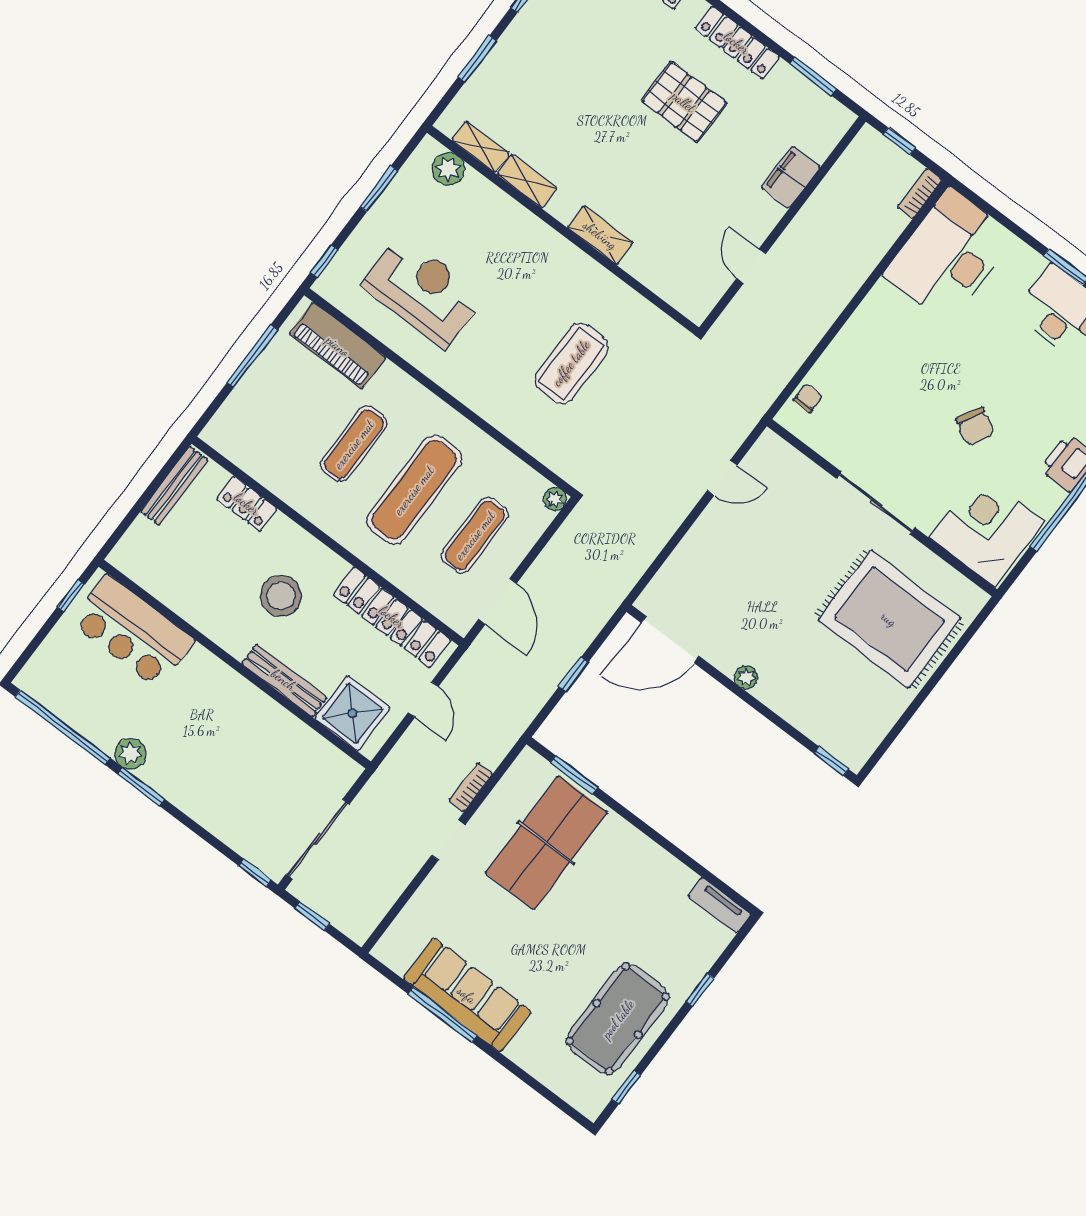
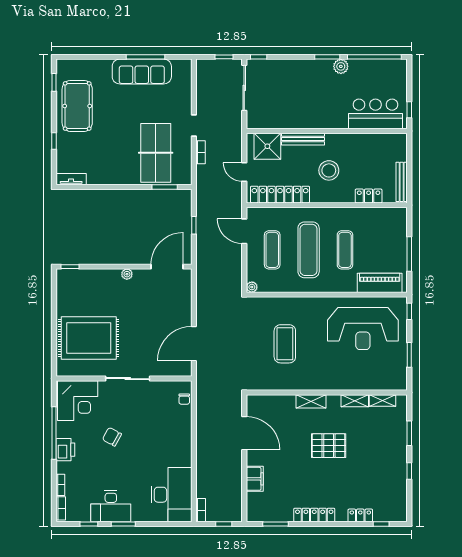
pallet: (684, 102) -> (329, 446), moved
plant: (448, 169) -> (388, 383), removed
door: (751, 266) -> (244, 433), width x1.87
reception desk: (423, 291) -> (363, 329), width x1.36, depth x1.30
door: (722, 478) -> (194, 344), width x1.87

